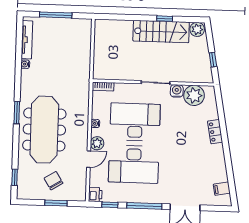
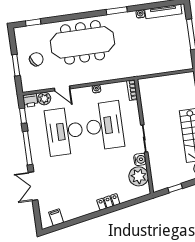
window: (17, 113) -> (117, 11), moved
plant: (97, 143) -> (44, 99), moved

